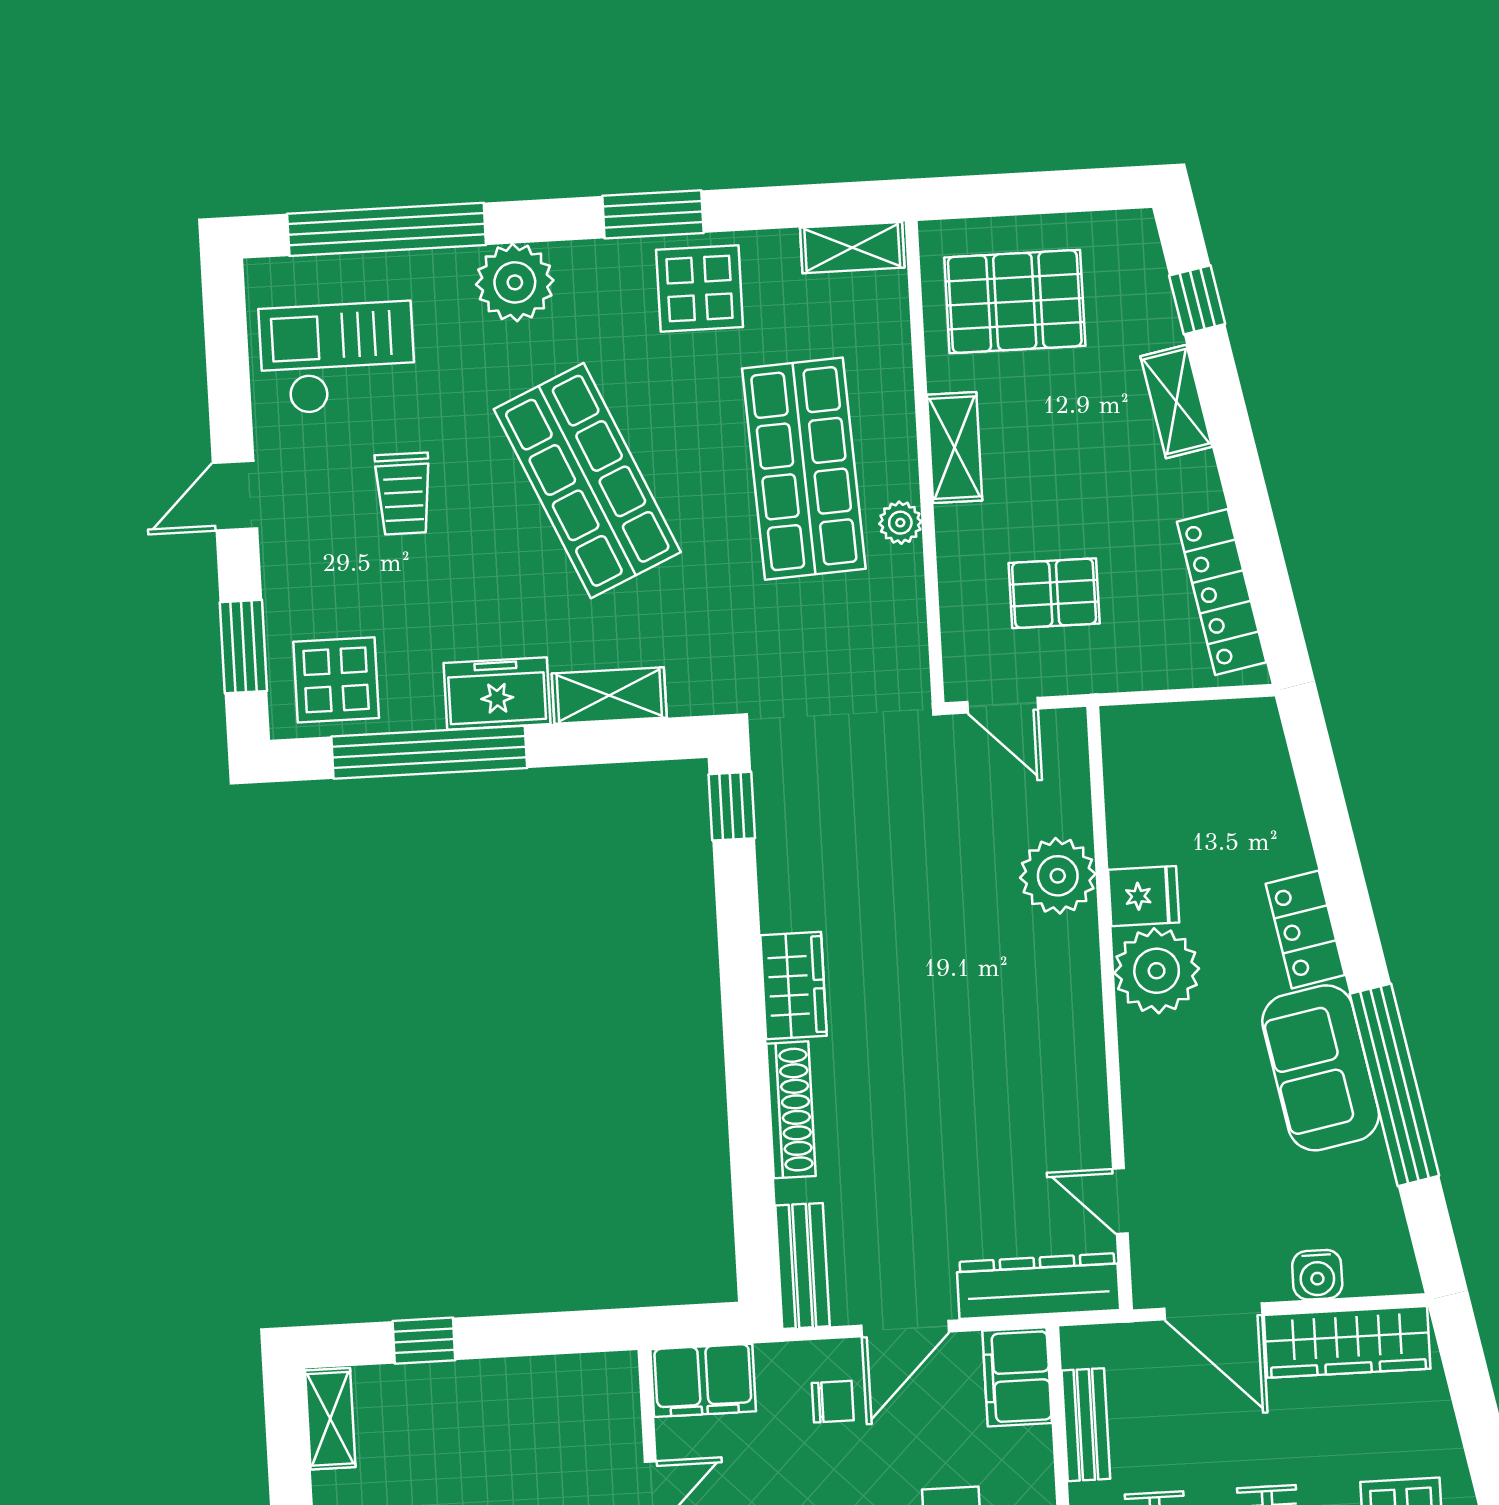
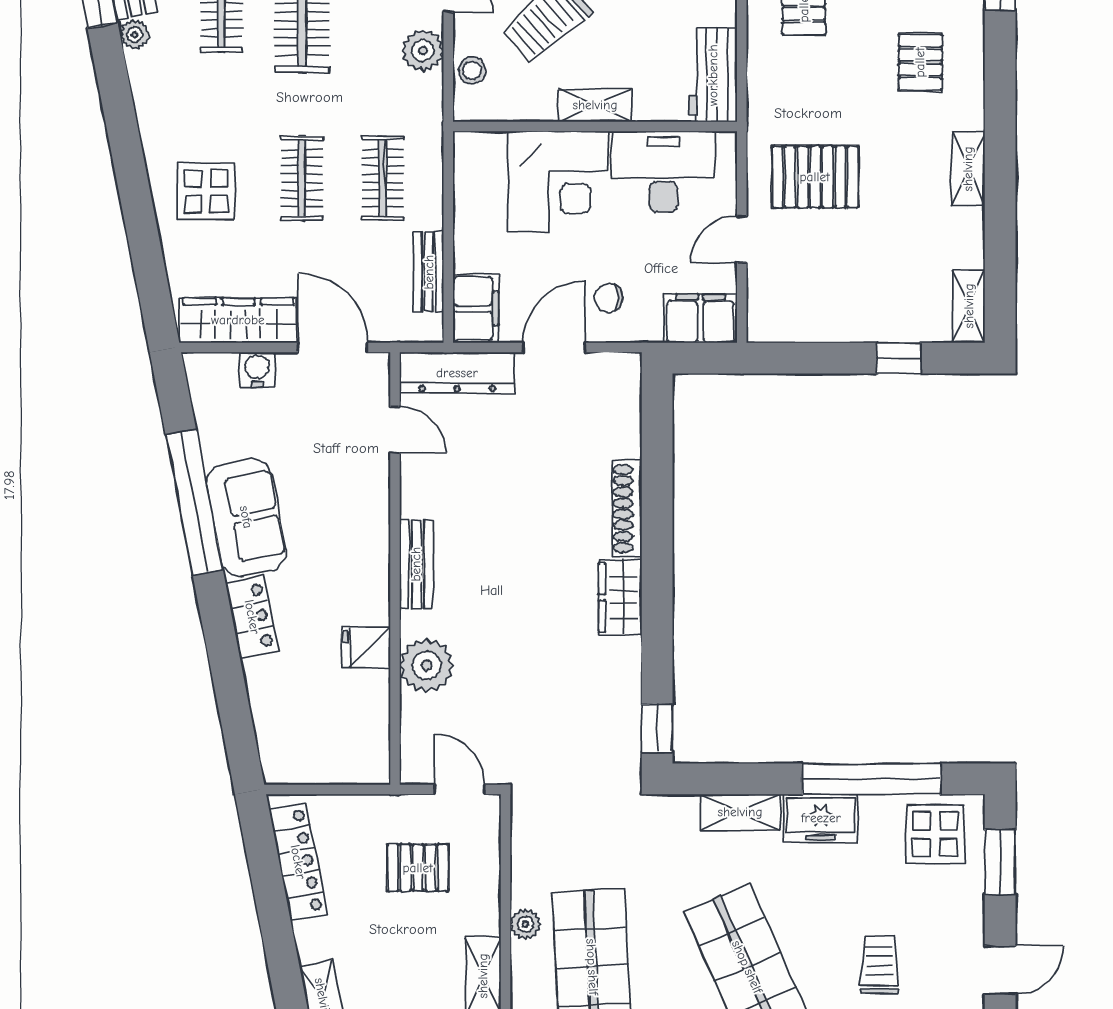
plant: (1157, 971) -> (360, 593), removed
bench: (802, 1266) -> (416, 564), moved

